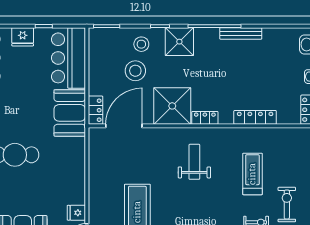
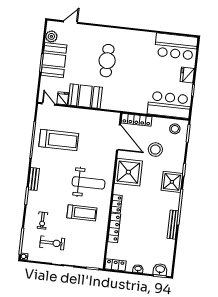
stool: (141, 44) -> (175, 129), moved
locker: (96, 110) -> (137, 120), width x1.53
booth: (70, 113) -> (85, 96), moved
locker: (205, 118) -> (117, 204), moved
weight bench: (194, 162) -> (89, 183), width x1.36, depth x1.33
treadmill: (252, 174) -> (82, 213), moved

